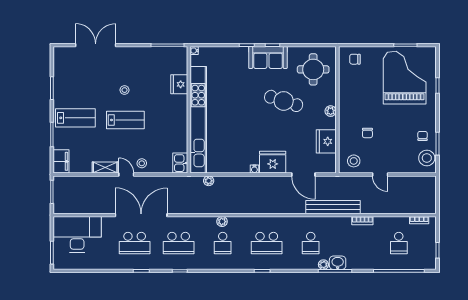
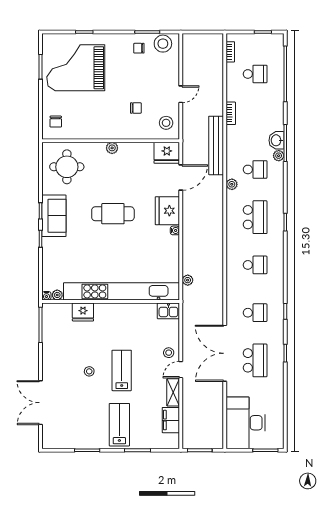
plant: (195, 60) -> (57, 295), added
cafe table: (284, 101) -> (113, 214), moved, turned 72
fridge: (326, 141) -> (167, 153), moved
filing cabinet: (61, 161) -> (171, 420), moved, turned -90
plant: (222, 222) -> (232, 184), moved
school desk: (179, 243) -> (255, 313), width x0.54

